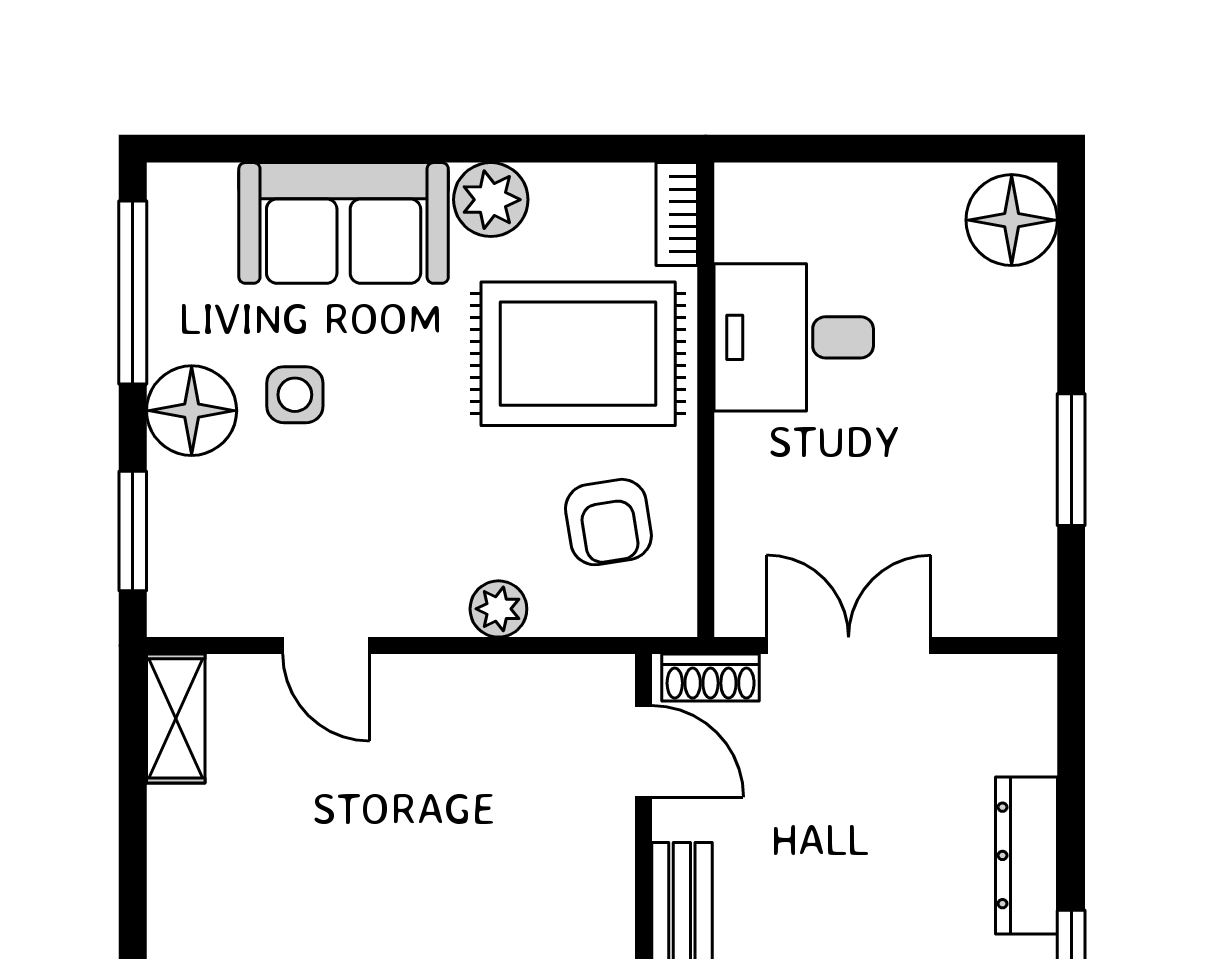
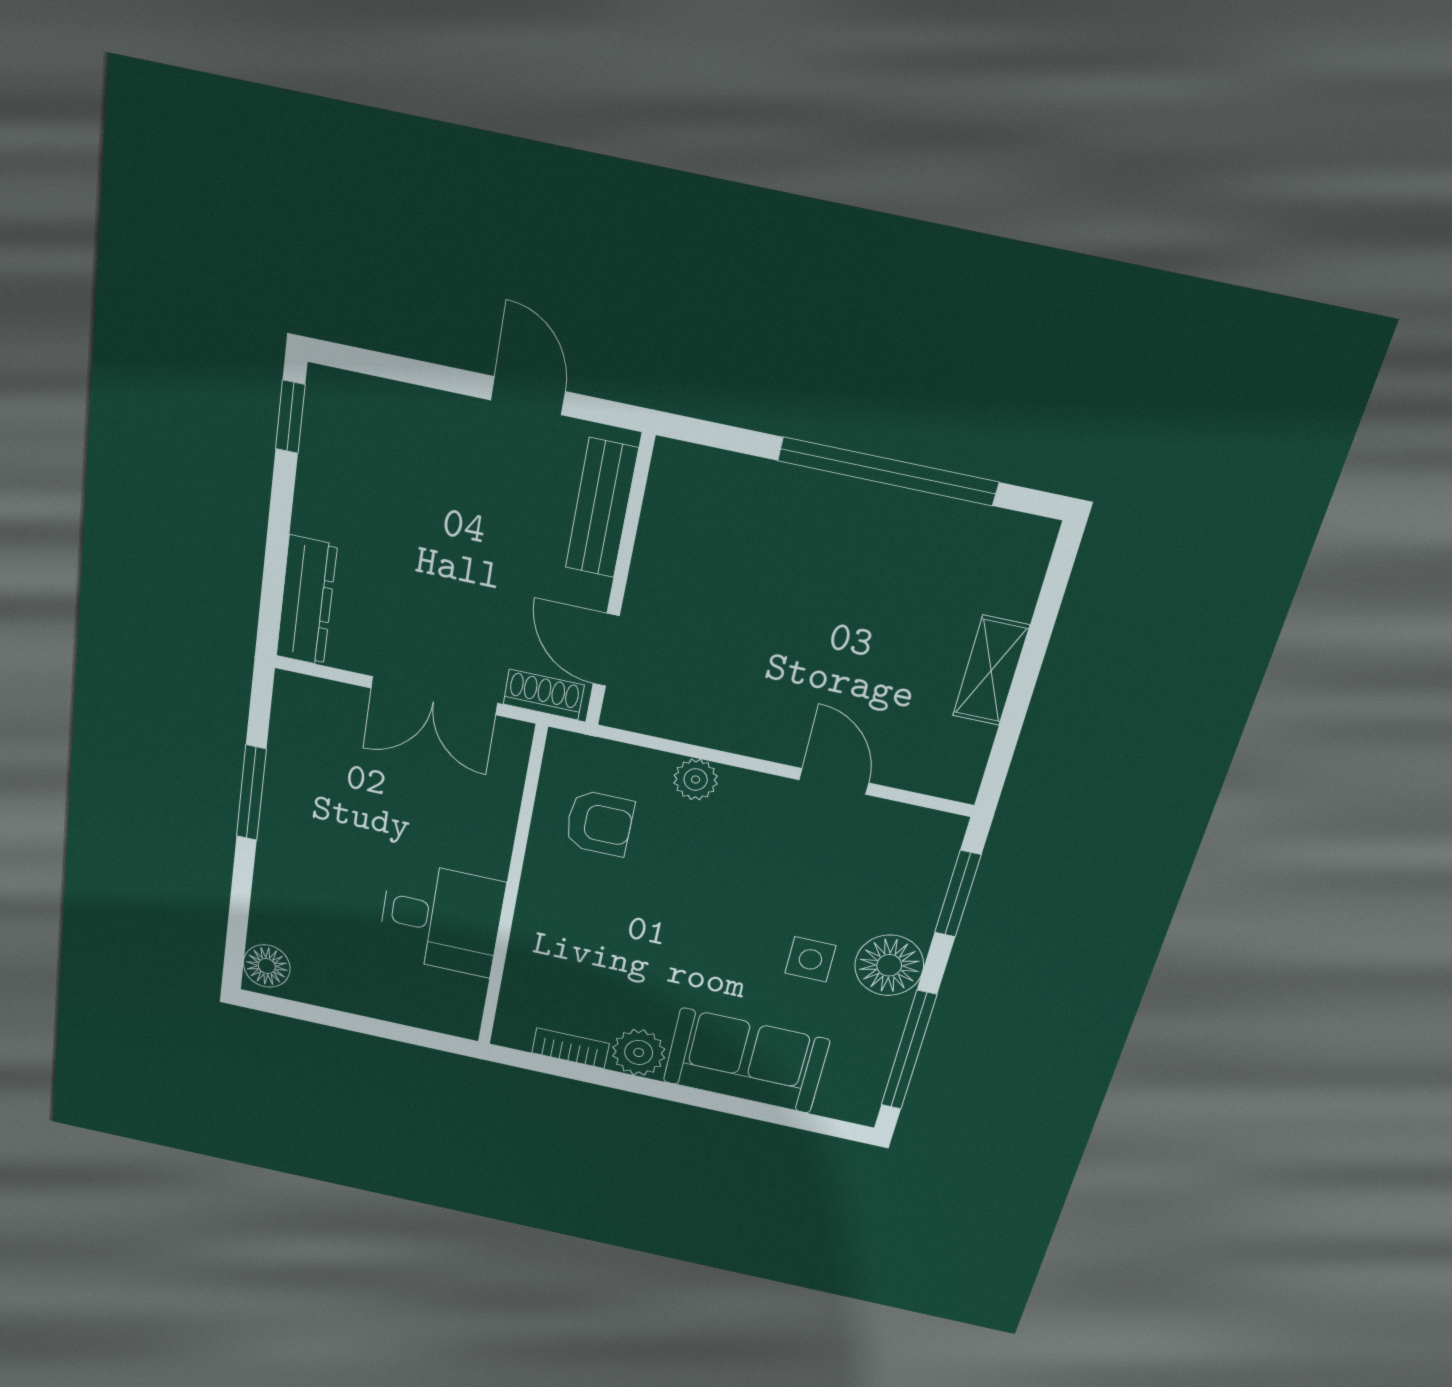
bookcase: (677, 214) -> (570, 1048), moved, turned -90
floor lamp: (1012, 220) -> (267, 966), width x0.73, depth x0.73
rug: (578, 354) -> (598, 942), removed
armchair: (608, 522) -> (599, 823), turned 99
shelving: (176, 718) -> (991, 671), moved
dresser: (1027, 855) -> (306, 601), moved

